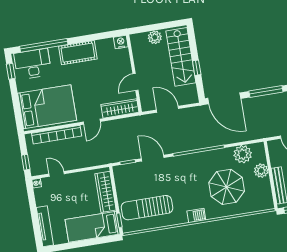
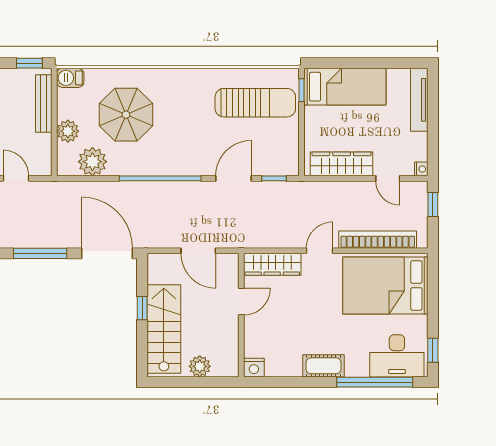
cot: (78, 53) -> (324, 366), width x0.73, depth x0.75
door: (153, 158) -> (234, 178), swing flipped
wardrobe: (106, 192) -> (342, 164), moved, turned -90
barbecue: (196, 215) -> (70, 78), moved

